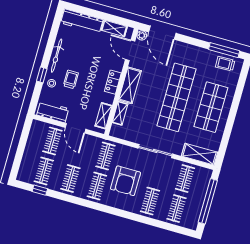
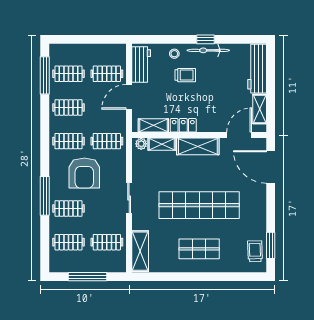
door: (162, 33) -> (271, 167), hinge flipped
plant: (142, 35) -> (141, 144), moved
window: (224, 50) -> (271, 245), width x0.69
window: (42, 75) -> (205, 39), moved
locker: (113, 82) -> (183, 125), moved
shop shelf: (211, 107) -> (199, 249), width x0.70, depth x0.74
sliding door: (155, 151) -> (129, 198), width x0.73
armchair: (126, 181) -> (84, 173), turned -90
window: (40, 190) -> (45, 75), width x2.17
window: (208, 201) -> (87, 277), width x0.68
window: (135, 217) -> (45, 196), added

